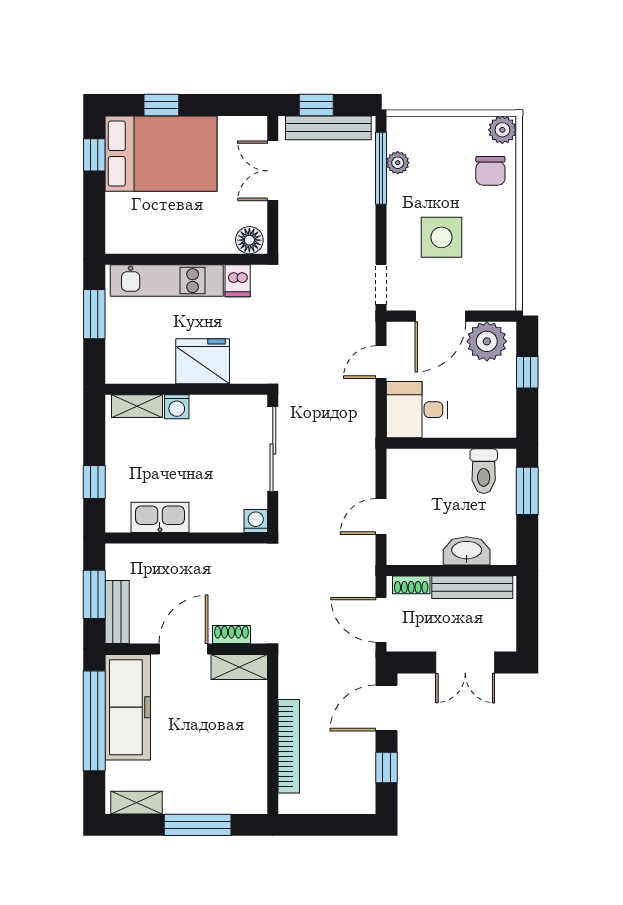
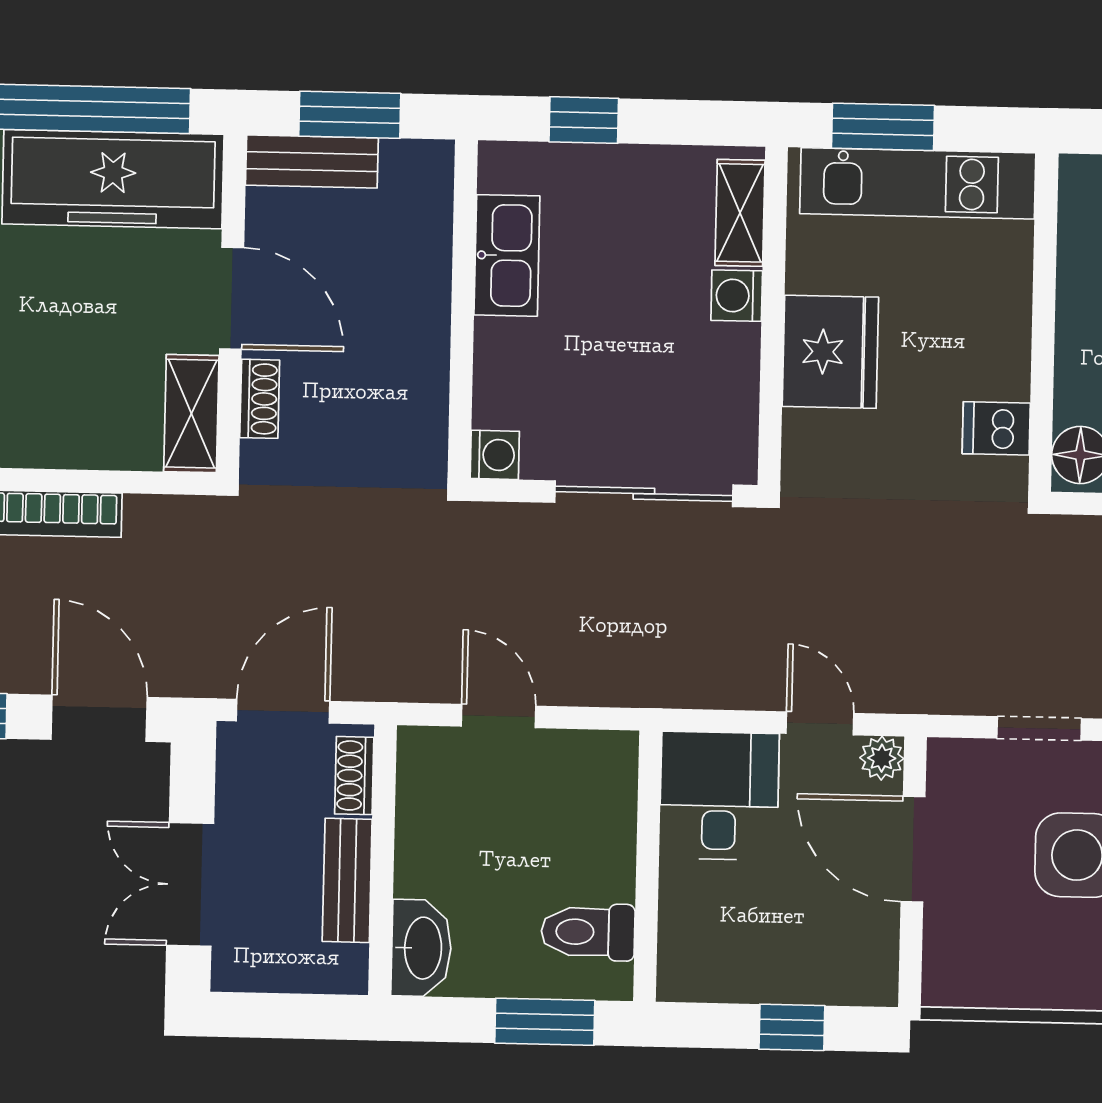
kitchen unit: (167, 281) -> (918, 183), moved, turned -90
doorway: (381, 284) -> (1039, 728), moved
window: (94, 314) -> (883, 127), moved
plant: (487, 341) -> (882, 758), moved, width x0.53, depth x0.53
washbasin: (467, 551) -> (421, 948), moved
bench: (472, 587) -> (347, 880), width x0.73

